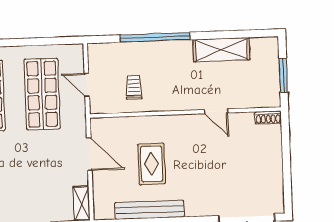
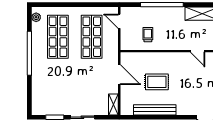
door: (87, 85) -> (119, 21), moved
rug: (152, 164) -> (157, 82), turned 90

